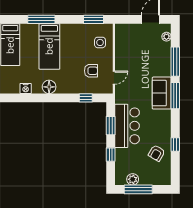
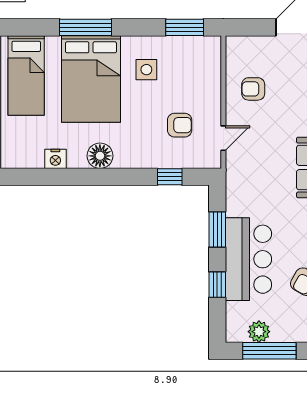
side table: (100, 42) -> (146, 70), moved
bed: (49, 46) -> (91, 79), width x1.50
armchair: (130, 52) -> (253, 89), added
bar counter: (127, 126) -> (248, 259), moved

